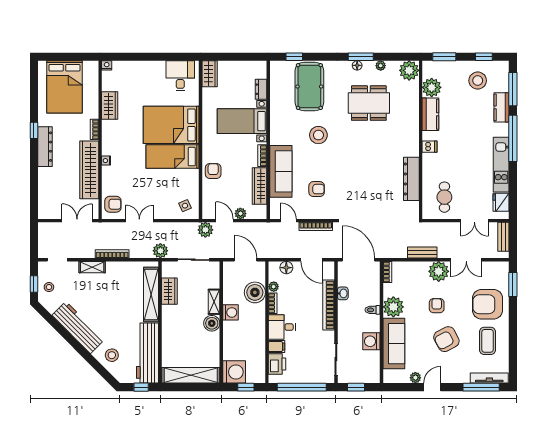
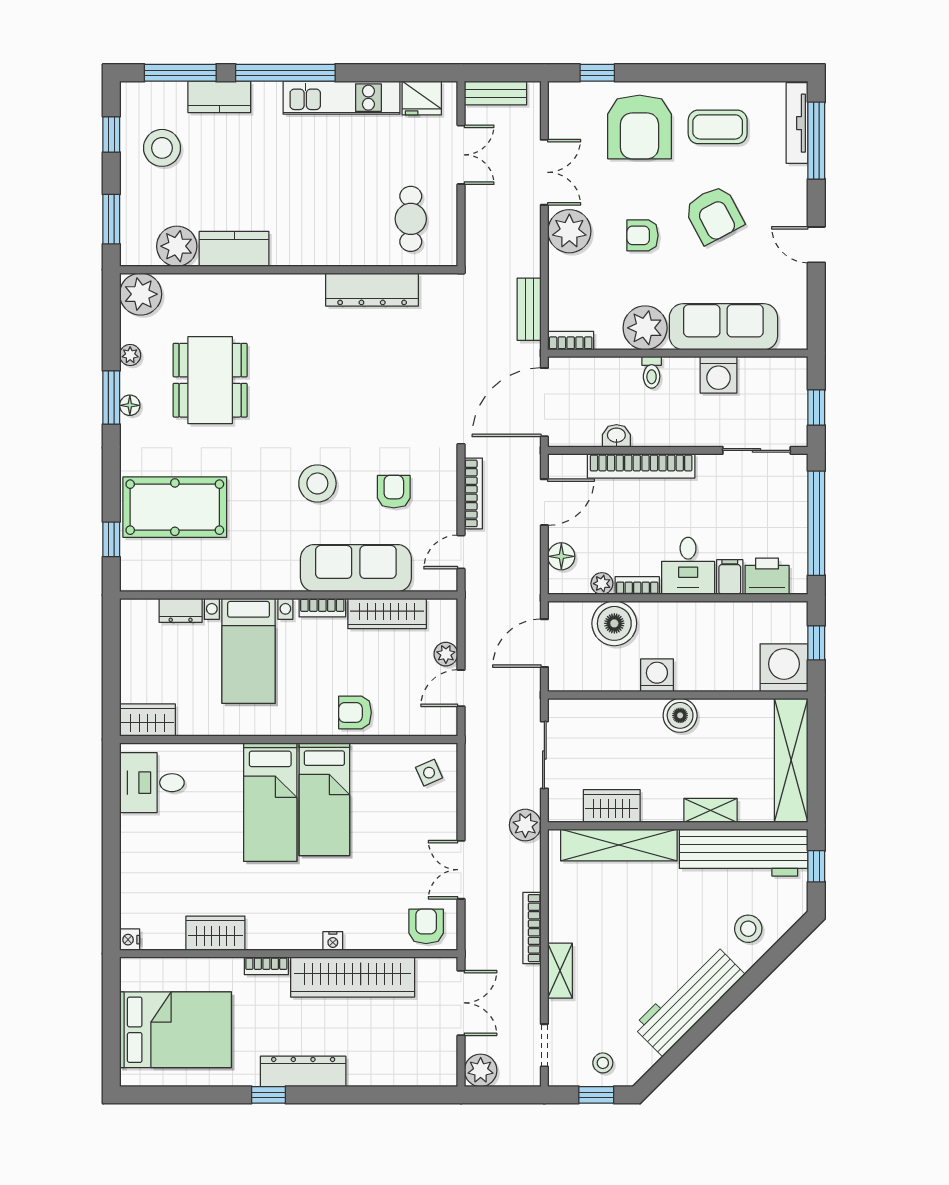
bed: (171, 125) -> (270, 802), width x0.67
stool: (318, 135) -> (317, 483), moved
dishwasher: (430, 147) -> (303, 251), removed
cafe table: (444, 197) -> (411, 219), turned 90
double door: (77, 221) -> (461, 1003), swing flipped
plant: (205, 230) -> (481, 1070), moved
bench: (422, 253) -> (529, 309), moved
window: (513, 284) -> (597, 73), width x0.67
shelving: (214, 302) -> (711, 810), moved
plant: (415, 378) -> (796, 281), removed

